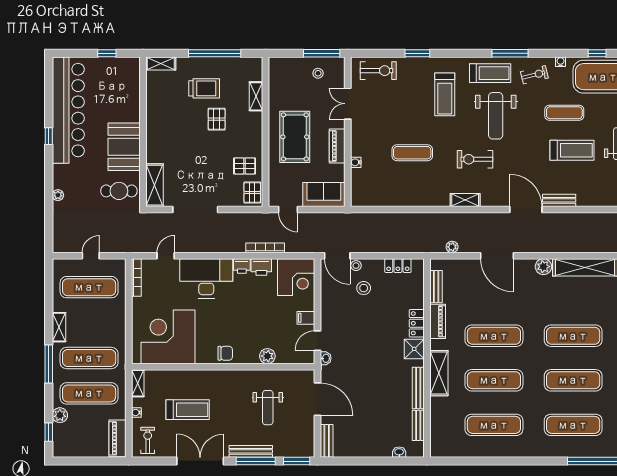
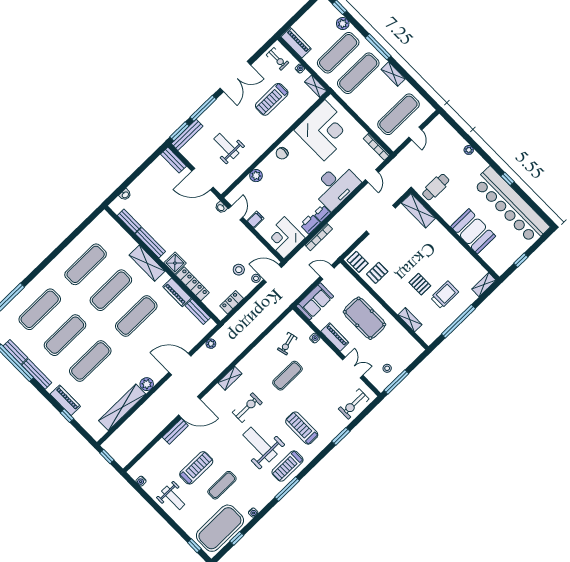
exercise bike: (534, 75) -> (287, 344), moved
trolley: (204, 88) -> (445, 295), turned 180
booth: (124, 147) -> (473, 231), moved
treadmill: (572, 150) -> (196, 468), turned 180
locker: (417, 323) -> (192, 284), width x1.53
bench: (251, 451) -> (187, 135), moved

